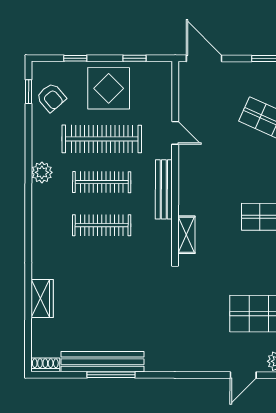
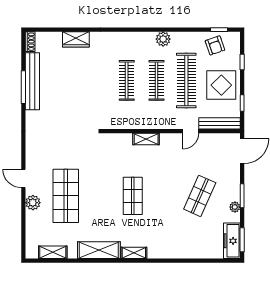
armchair: (51, 97) -> (215, 45), turned -68
bench: (164, 189) -> (220, 123), moved
shelving: (186, 235) -> (146, 139), moved

